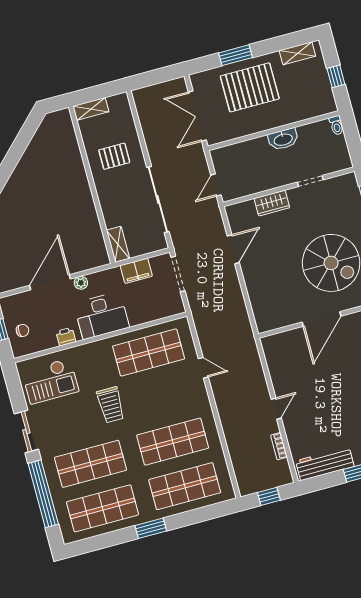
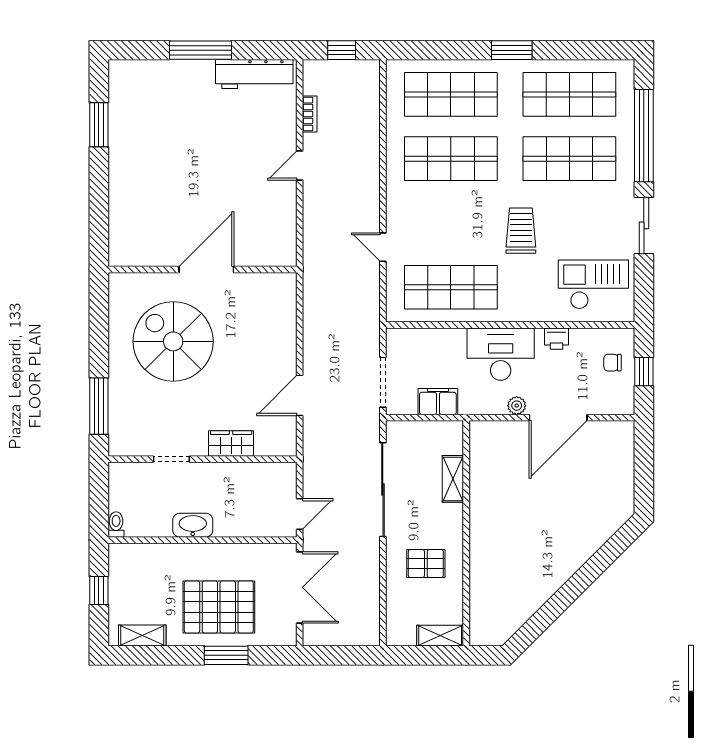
door: (216, 185) -> (300, 514), moved
shelving: (118, 244) -> (453, 479), moved

